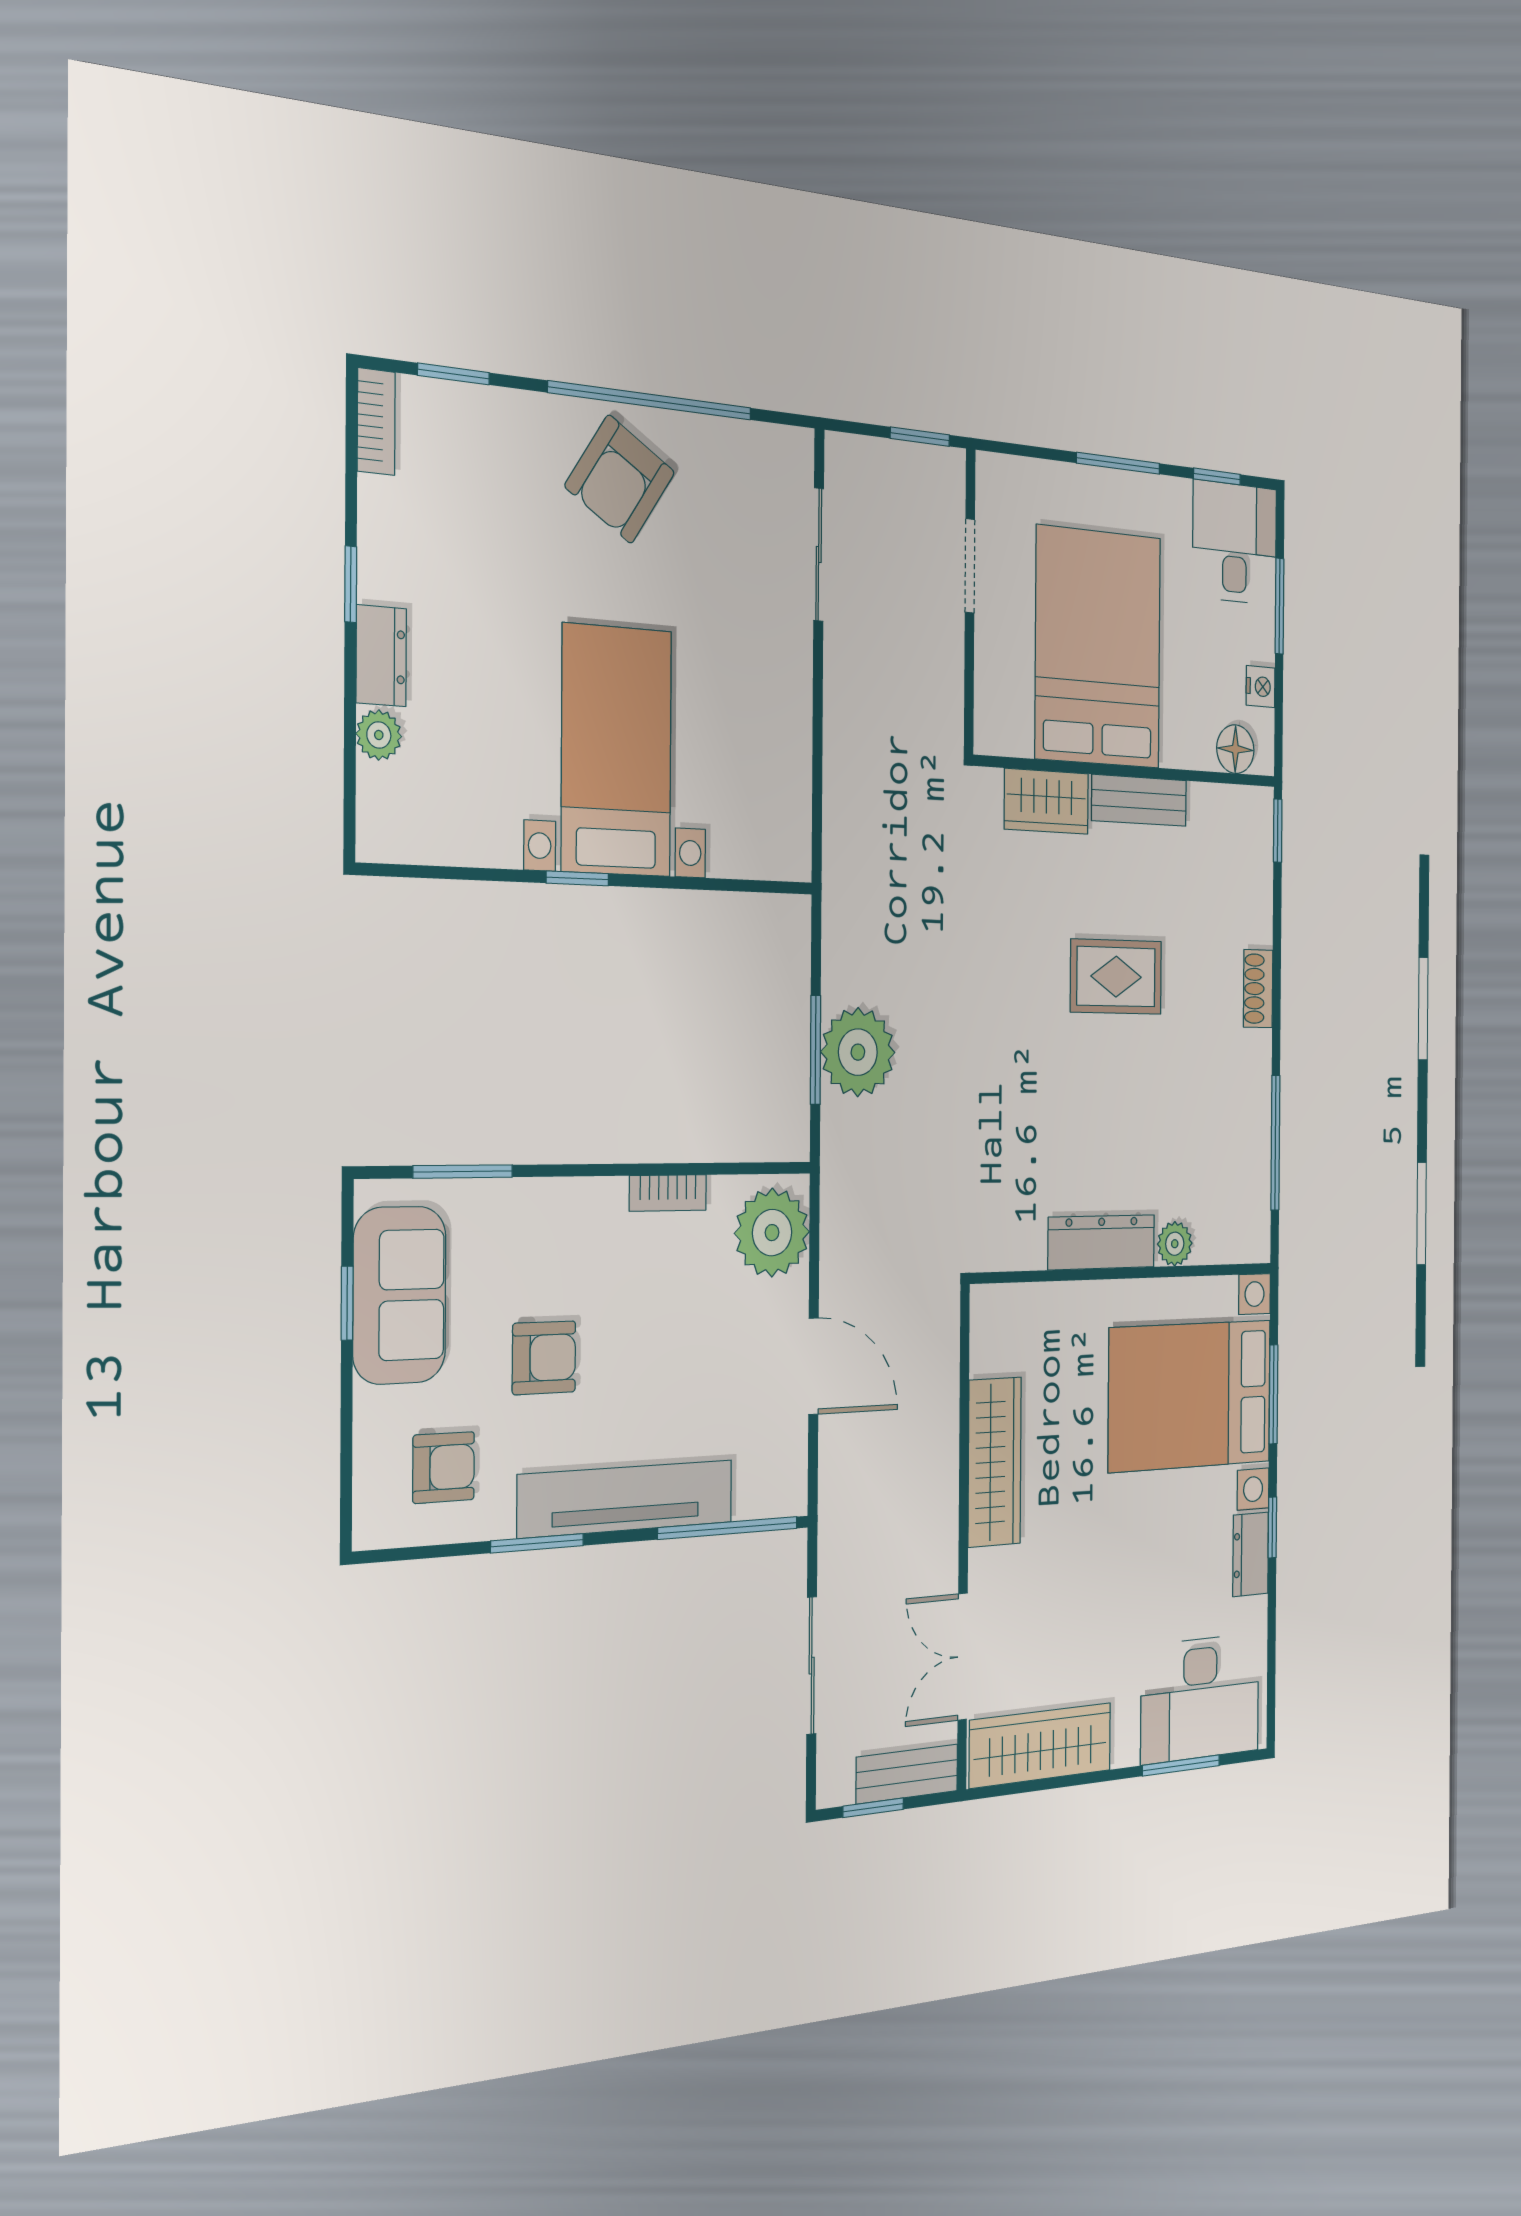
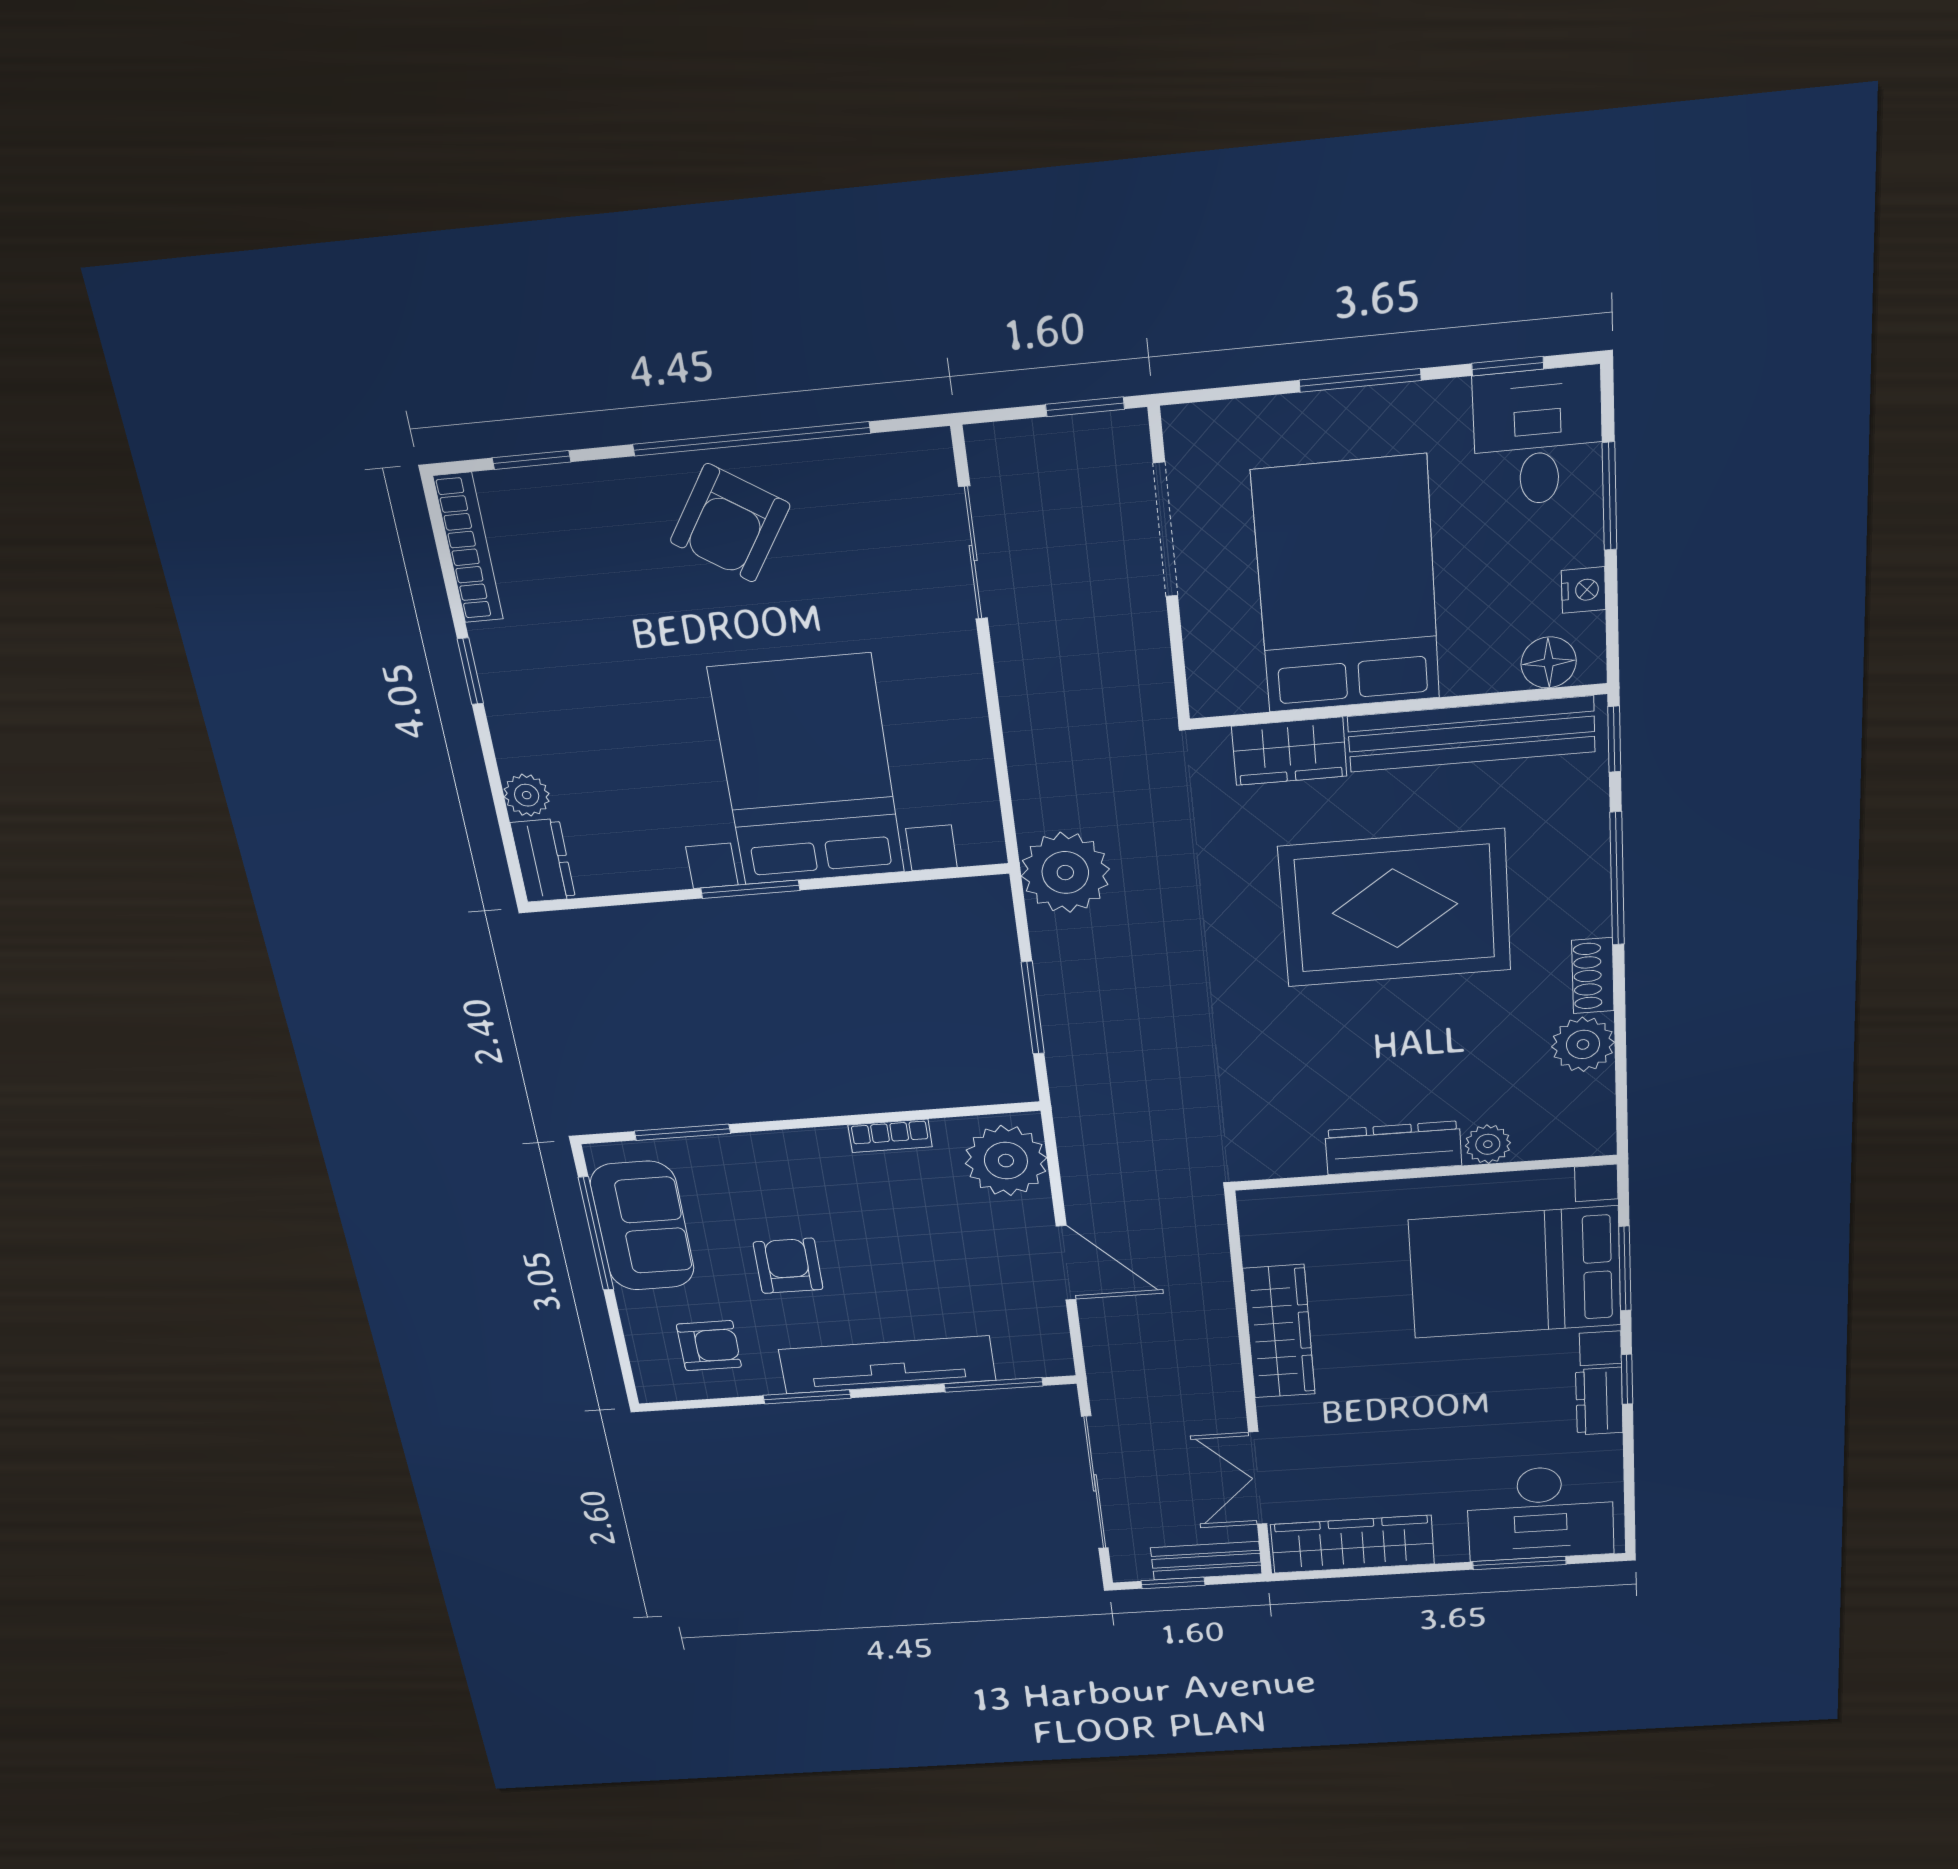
bookcase: (376, 422) -> (468, 548), width x1.56
doorway: (970, 566) -> (1166, 530), width x1.38
dresser: (381, 656) -> (543, 861), moved
bed with nightstands: (617, 751) -> (807, 771), width x1.36
bench: (1139, 800) -> (1471, 734), width x1.86, depth x1.21
window: (577, 878) -> (750, 889), width x1.50
rug: (1116, 977) -> (1395, 909), width x1.86, depth x2.06
shoe rack: (1258, 989) -> (1593, 976), moved
plant: (858, 1052) -> (1065, 873), moved
plant: (1249, 1139) -> (1583, 1044), added
window: (1275, 1143) -> (1617, 879), moved
window: (347, 1303) -> (596, 1234), width x2.17
armchair: (544, 1358) -> (788, 1266), turned -90
window: (728, 1528) -> (993, 1385), width x0.69
sliding door: (812, 1666) -> (1095, 1483), width x1.37

